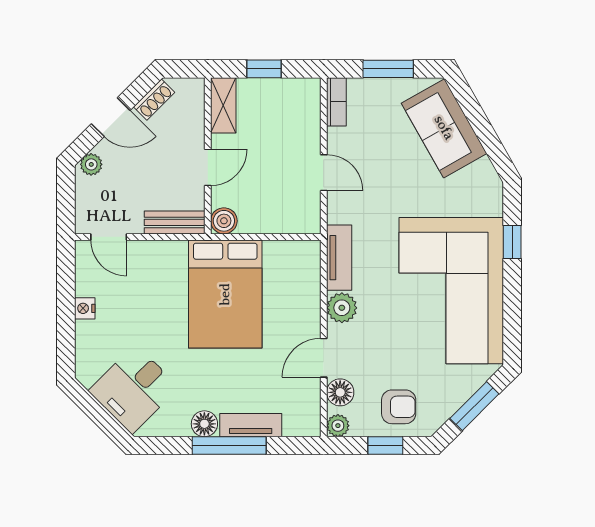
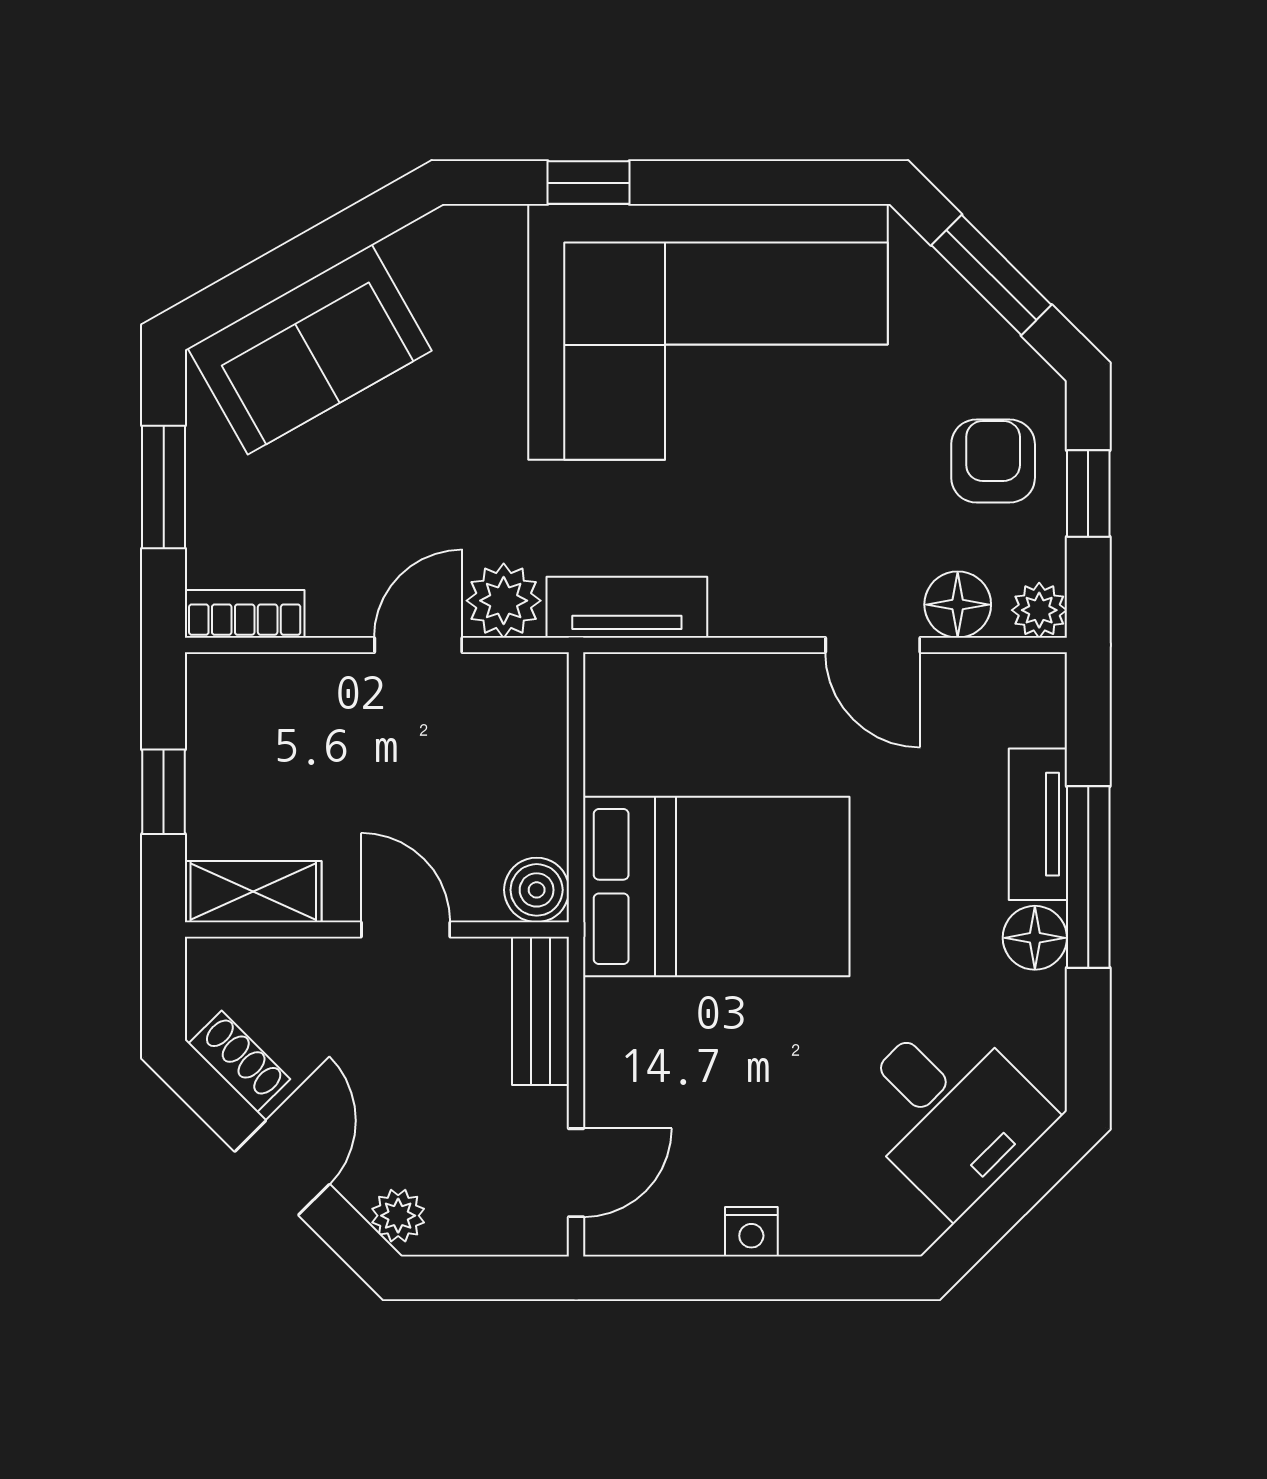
plant: (342, 308) -> (504, 601), moved

